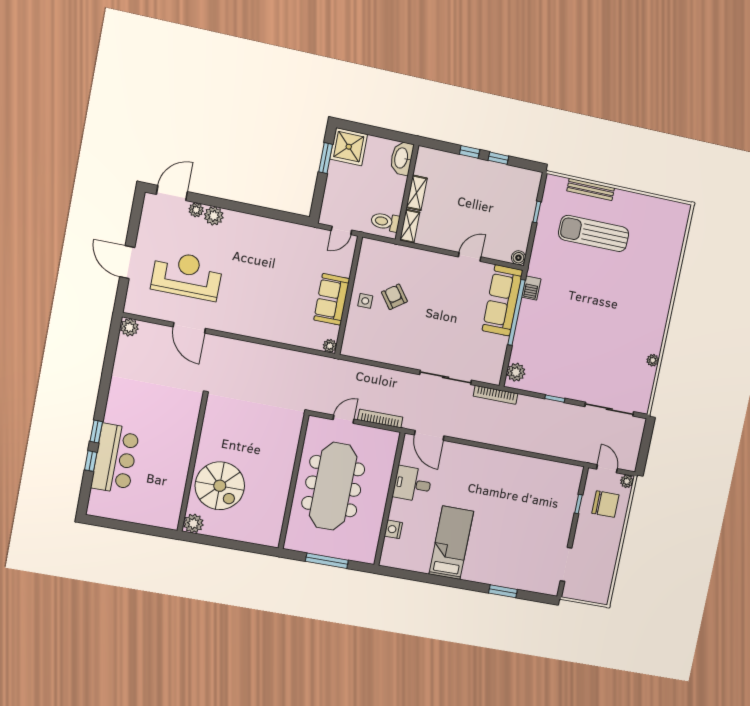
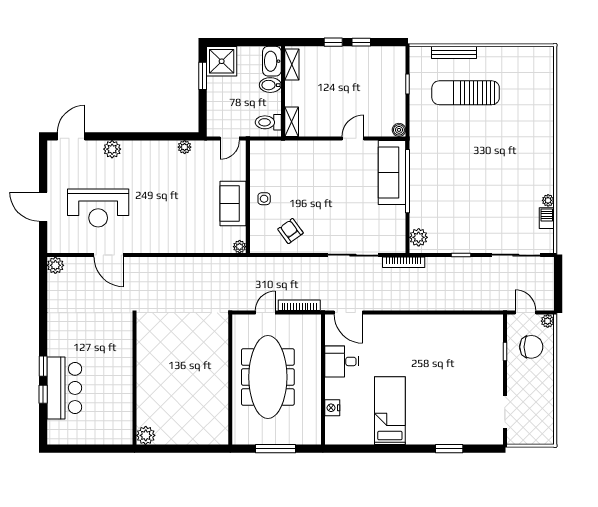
bidet: (395, 183) -> (270, 85), added
shelving: (417, 193) -> (292, 64), moved
plant: (196, 210) -> (185, 147), moved
reception desk: (187, 275) -> (98, 208), turned 180
barbecue: (531, 288) -> (547, 218), moved, turned 180
armchair: (394, 297) -> (291, 231), moved
spiral stairs: (220, 486) -> (163, 396), removed

